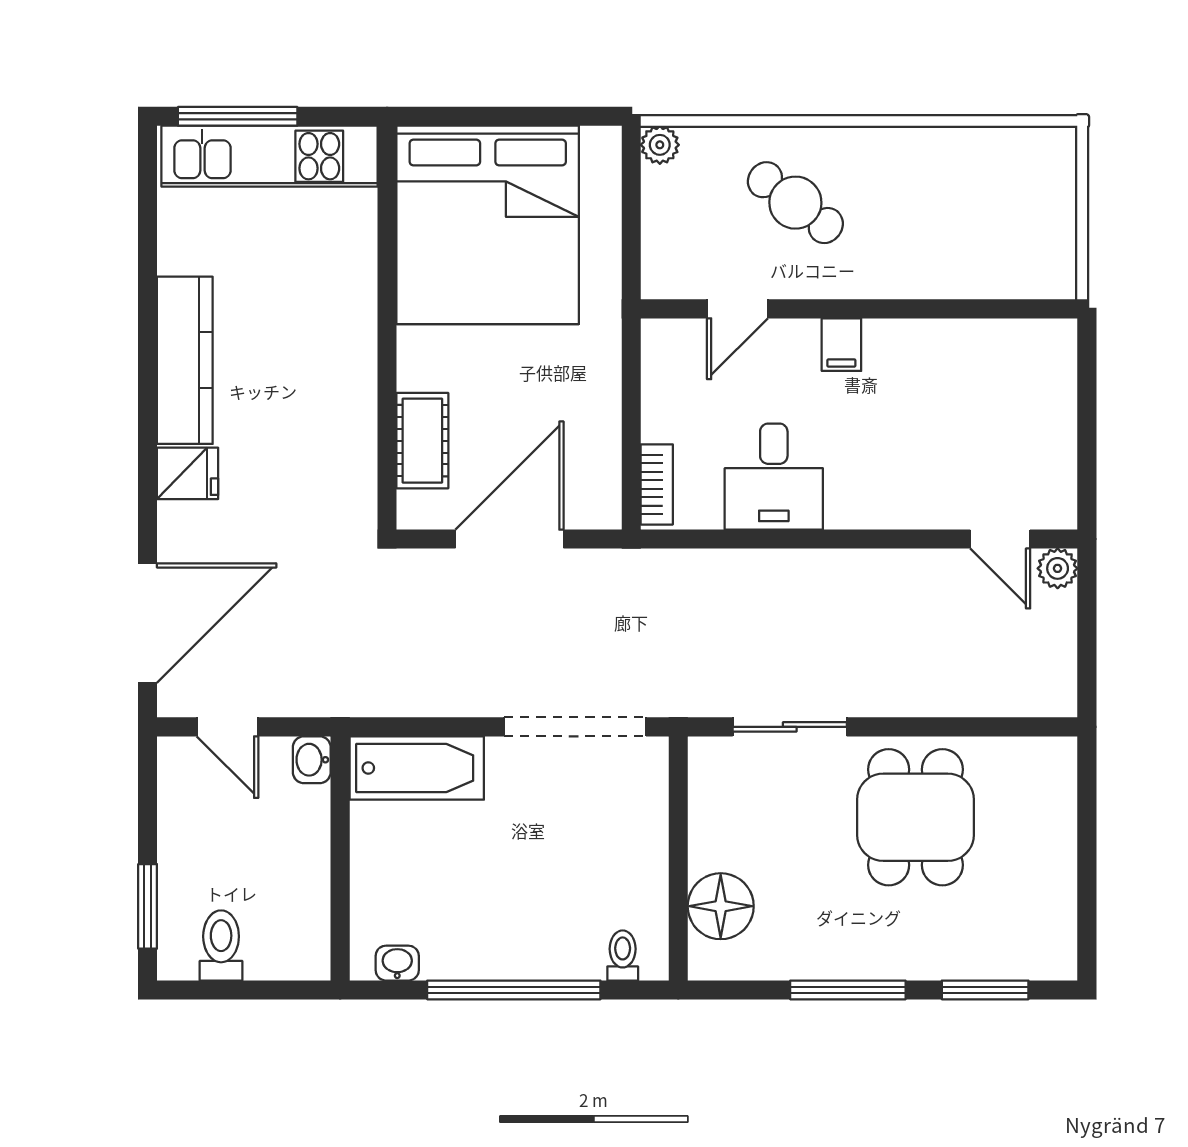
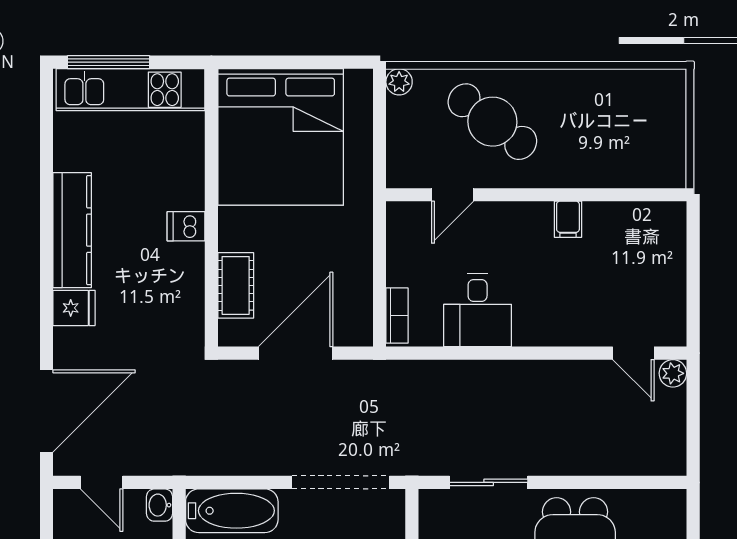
cafe table: (795, 203) -> (492, 122), width x1.37, depth x1.35
filing cabinet: (841, 345) -> (568, 219), moved
dishwasher: (350, 355) -> (186, 226), added

